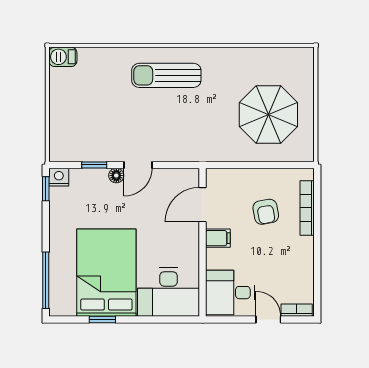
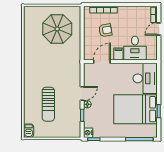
sun lounger: (166, 75) -> (48, 104), moved
door: (138, 165) -> (82, 94), hinge flipped
door: (202, 205) -> (102, 62), swing flipped
desk: (230, 293) -> (135, 48), moved

